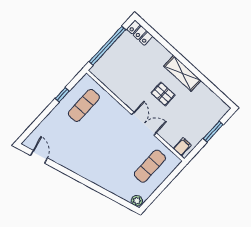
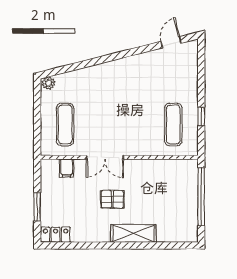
locker: (140, 33) -> (56, 235), moved
shelving: (182, 73) -> (133, 233), moved
filing cabinet: (182, 147) -> (67, 168), moved
door: (39, 157) -> (171, 42), swing flipped

